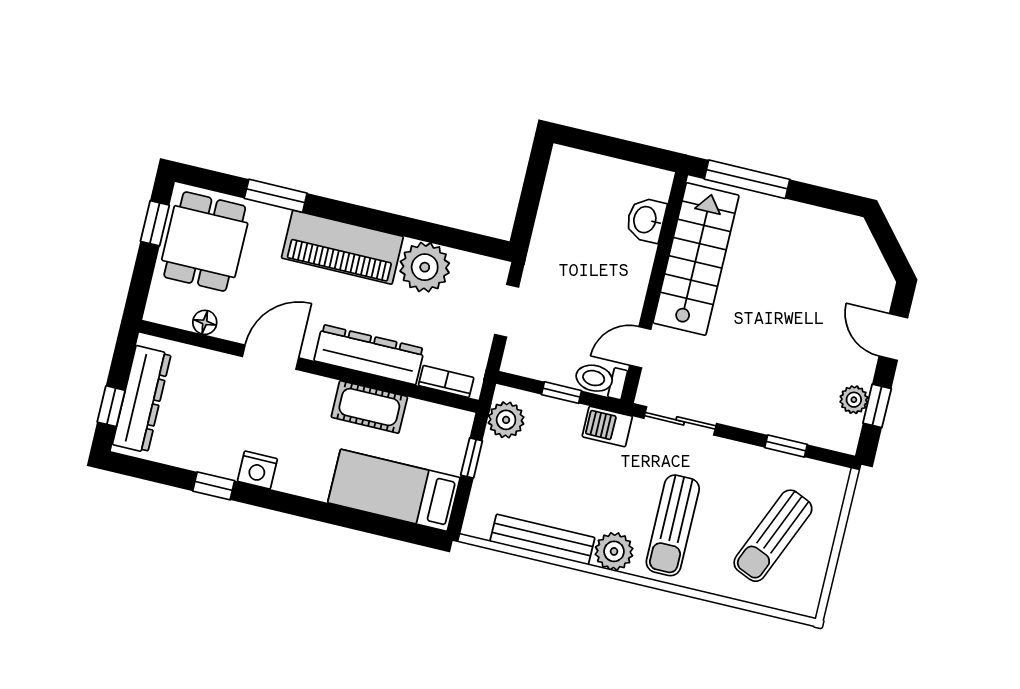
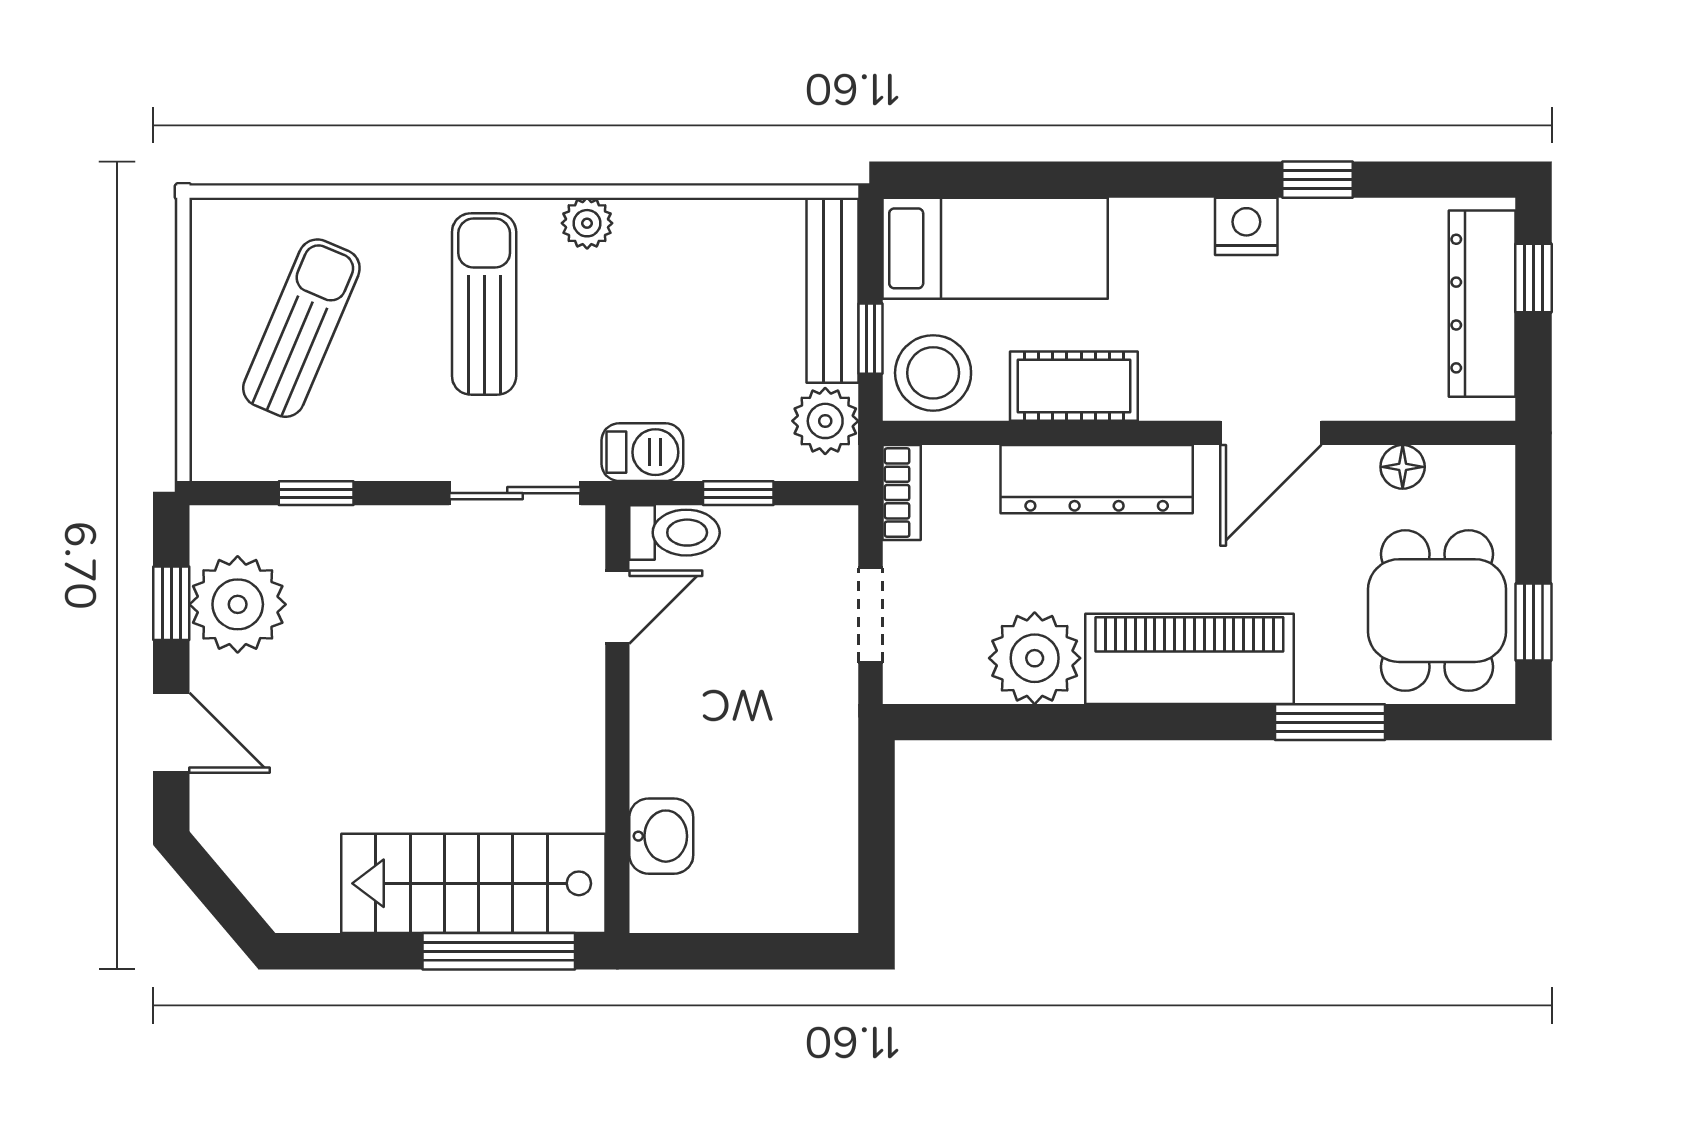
stairs: (696, 259) -> (473, 883), moved, turned 90
bookcase: (446, 381) -> (902, 493), moved, turned -90
plant: (854, 400) -> (238, 604), width x1.88, depth x1.88
stool: (443, 432) -> (933, 373), added
bench: (542, 539) -> (832, 290), moved, turned 90
plant: (614, 551) -> (587, 223), width x0.73, depth x0.73

